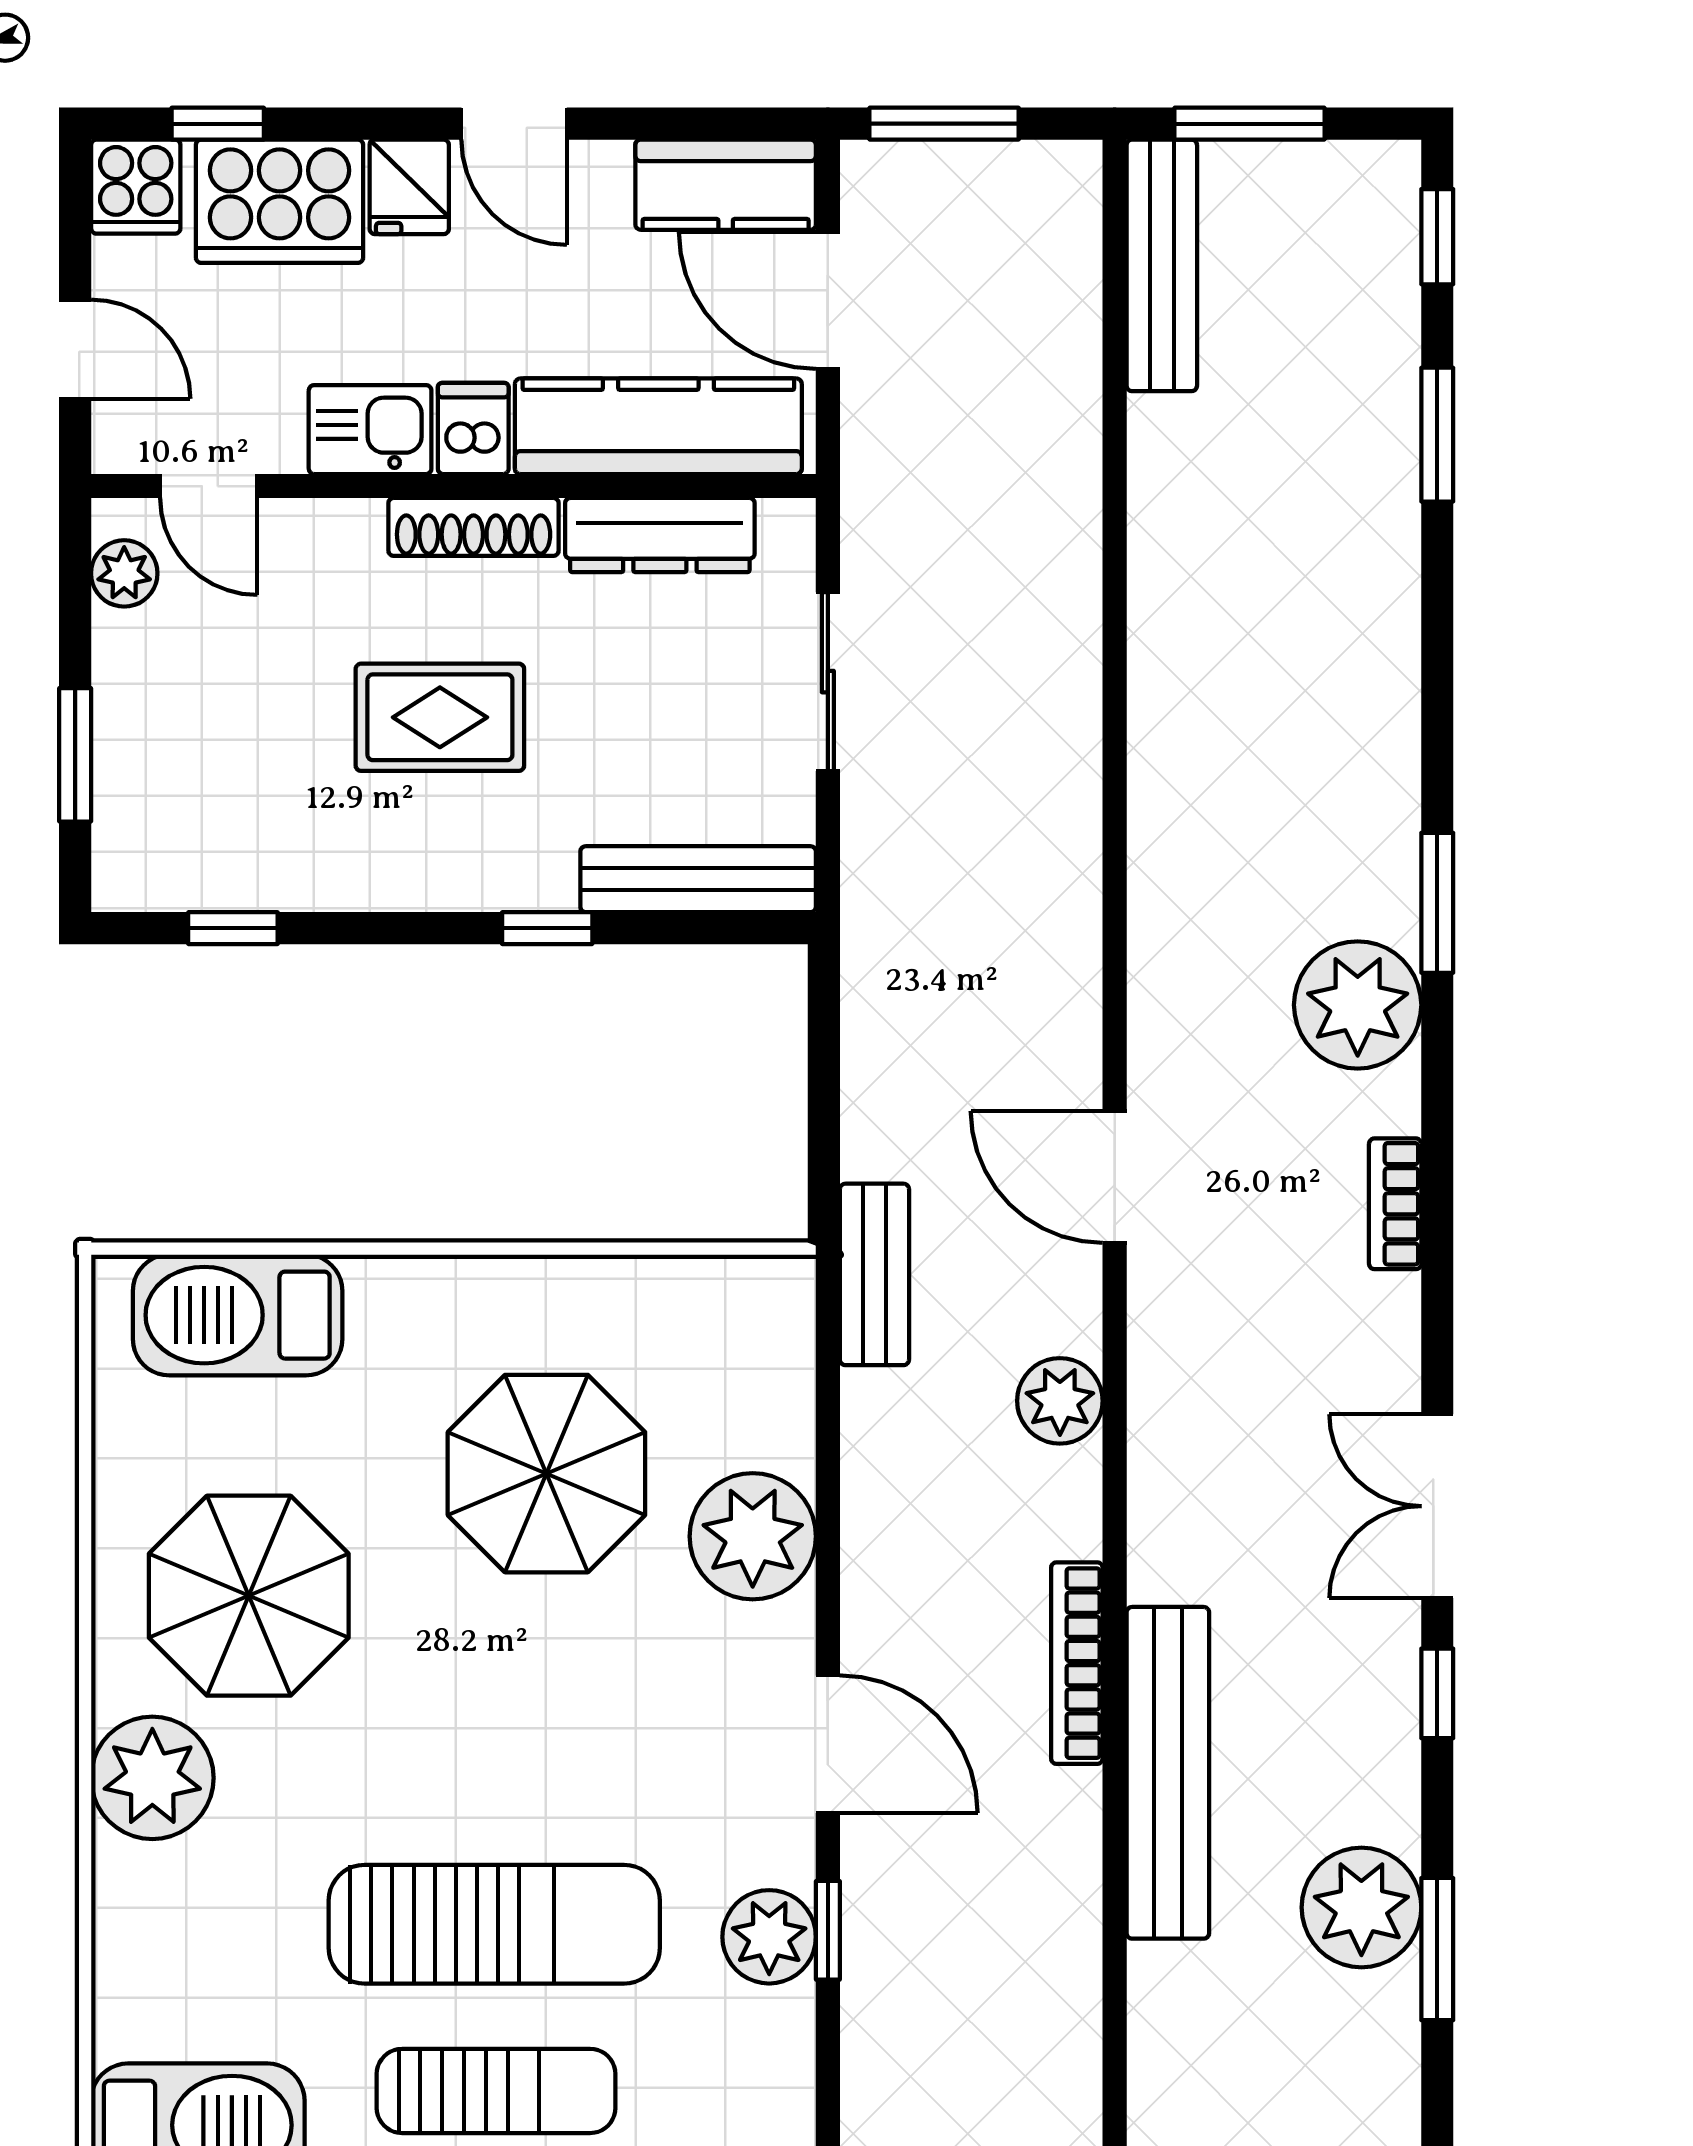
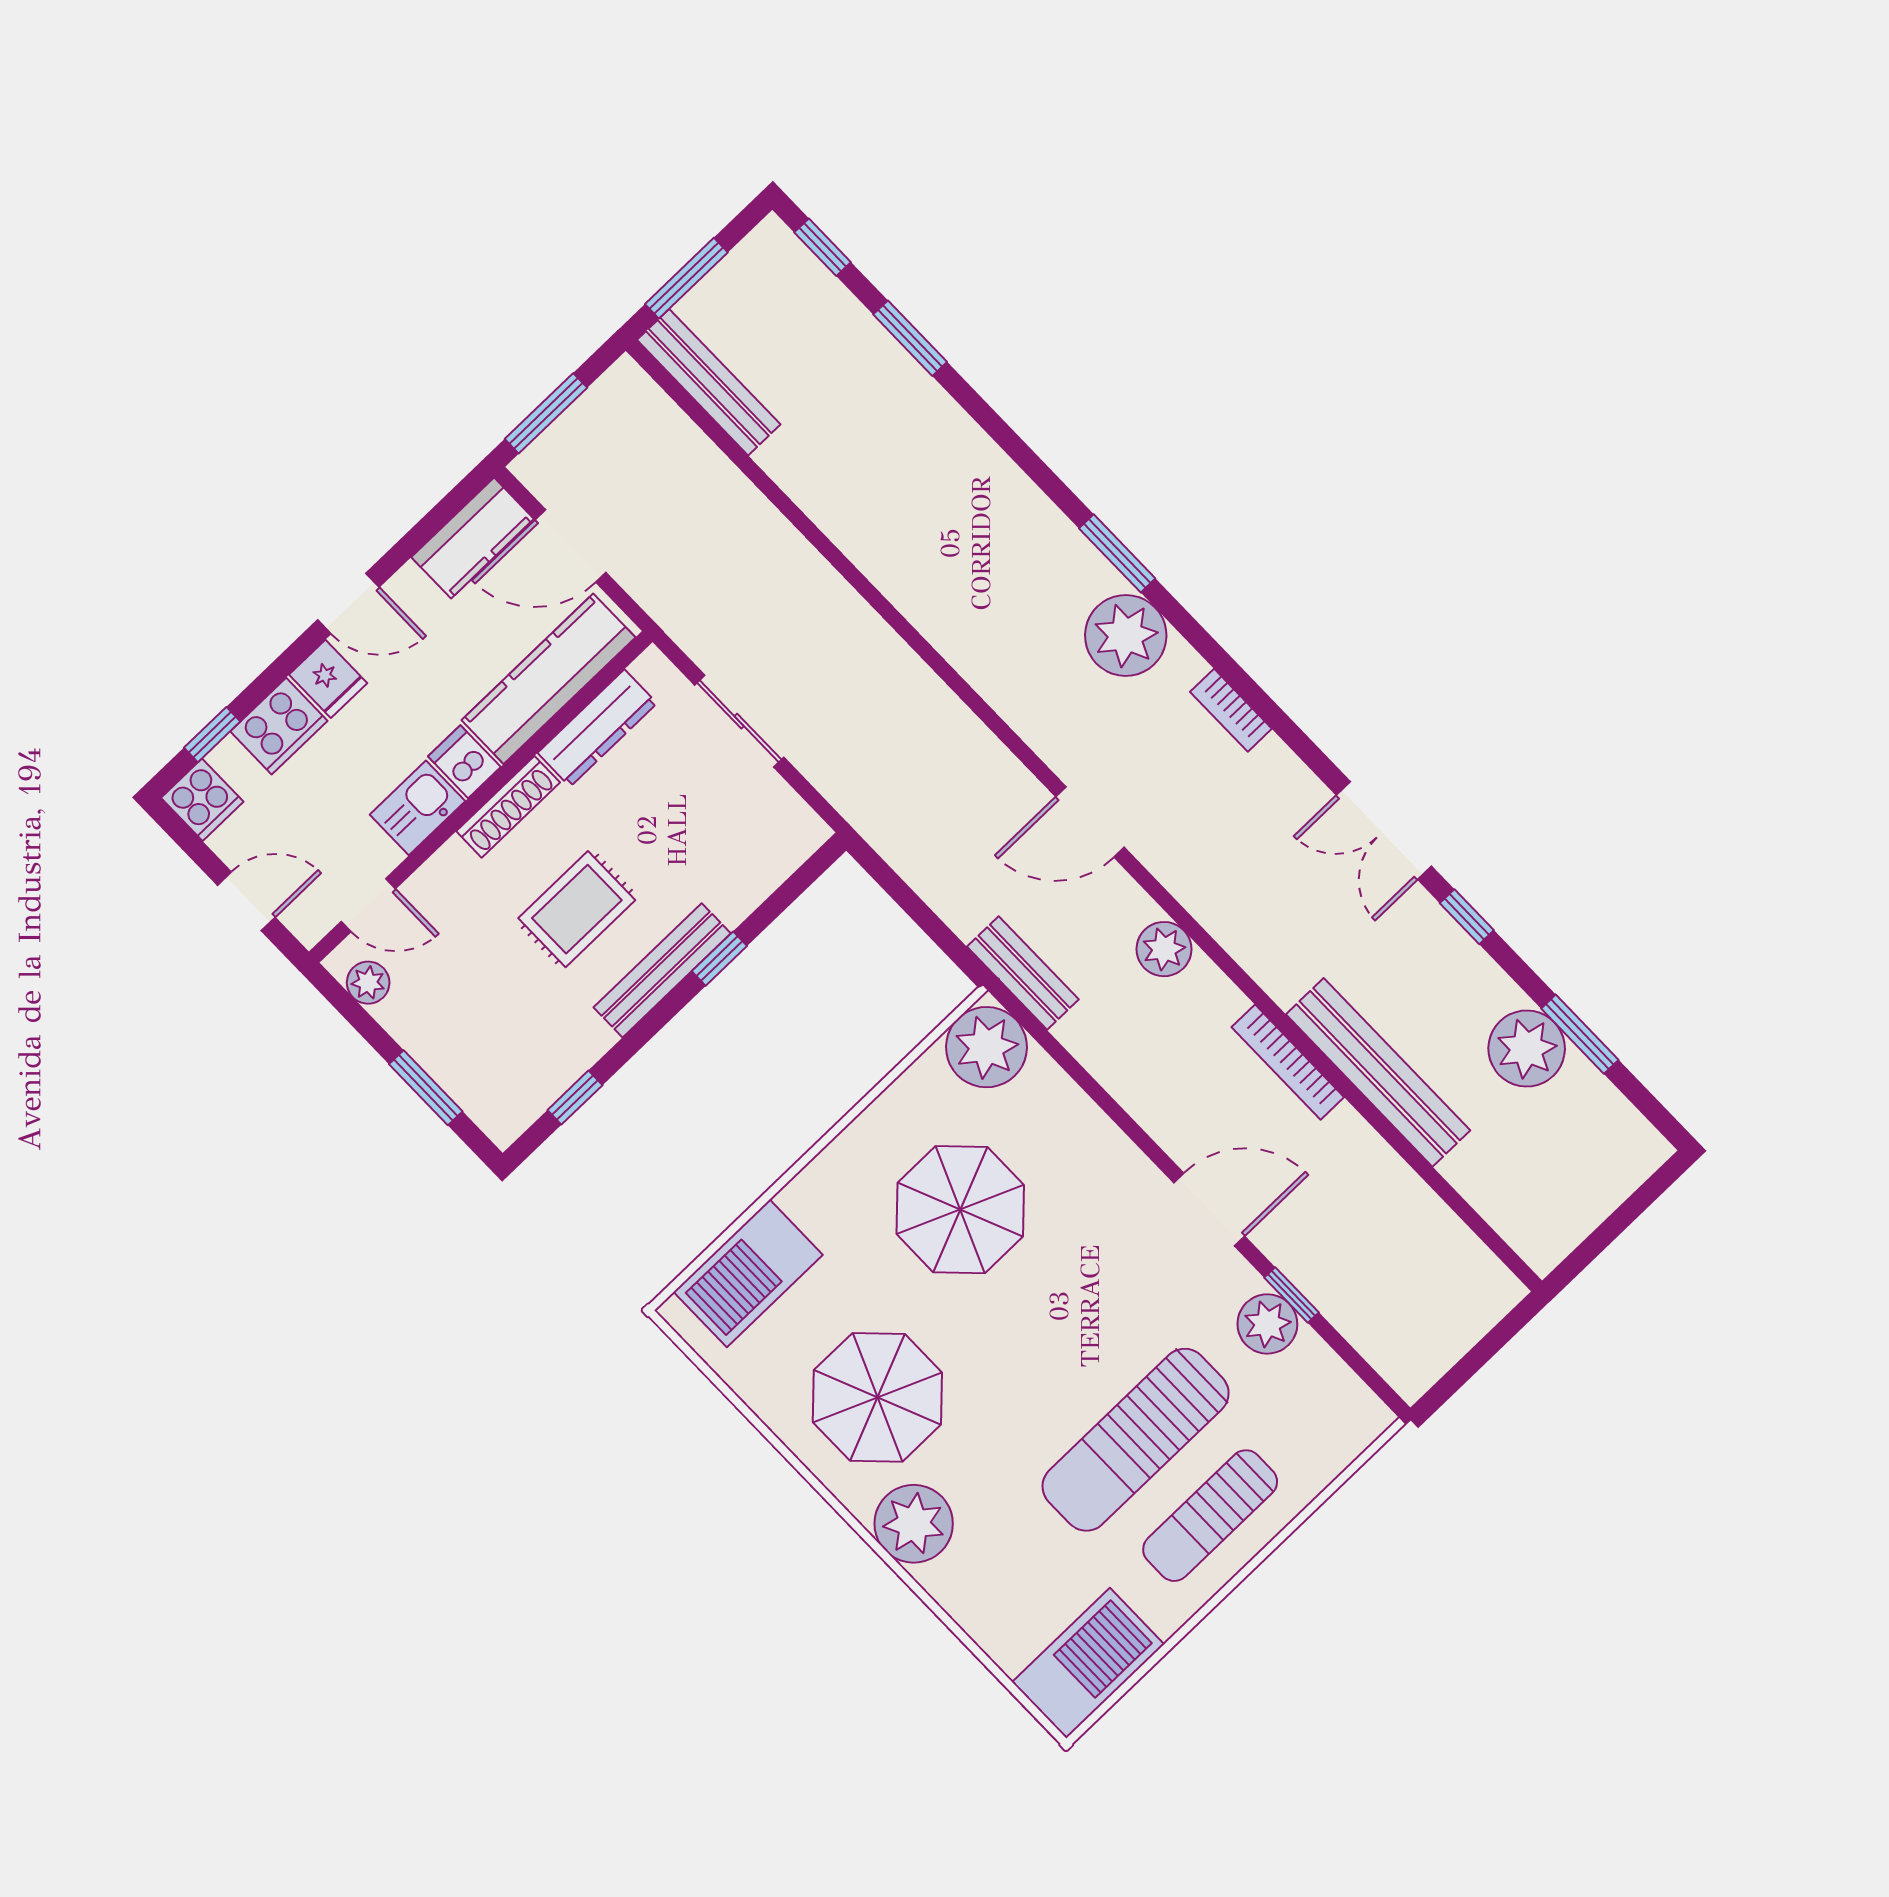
cooker: (280, 201) -> (279, 726), width x0.73, depth x0.76
bench: (698, 879) -> (662, 970), moved
plant: (753, 1536) -> (986, 1047), moved
sun lounger: (494, 1924) -> (1136, 1440), turned 180
sun lounger: (496, 2091) -> (1210, 1516), turned 180

